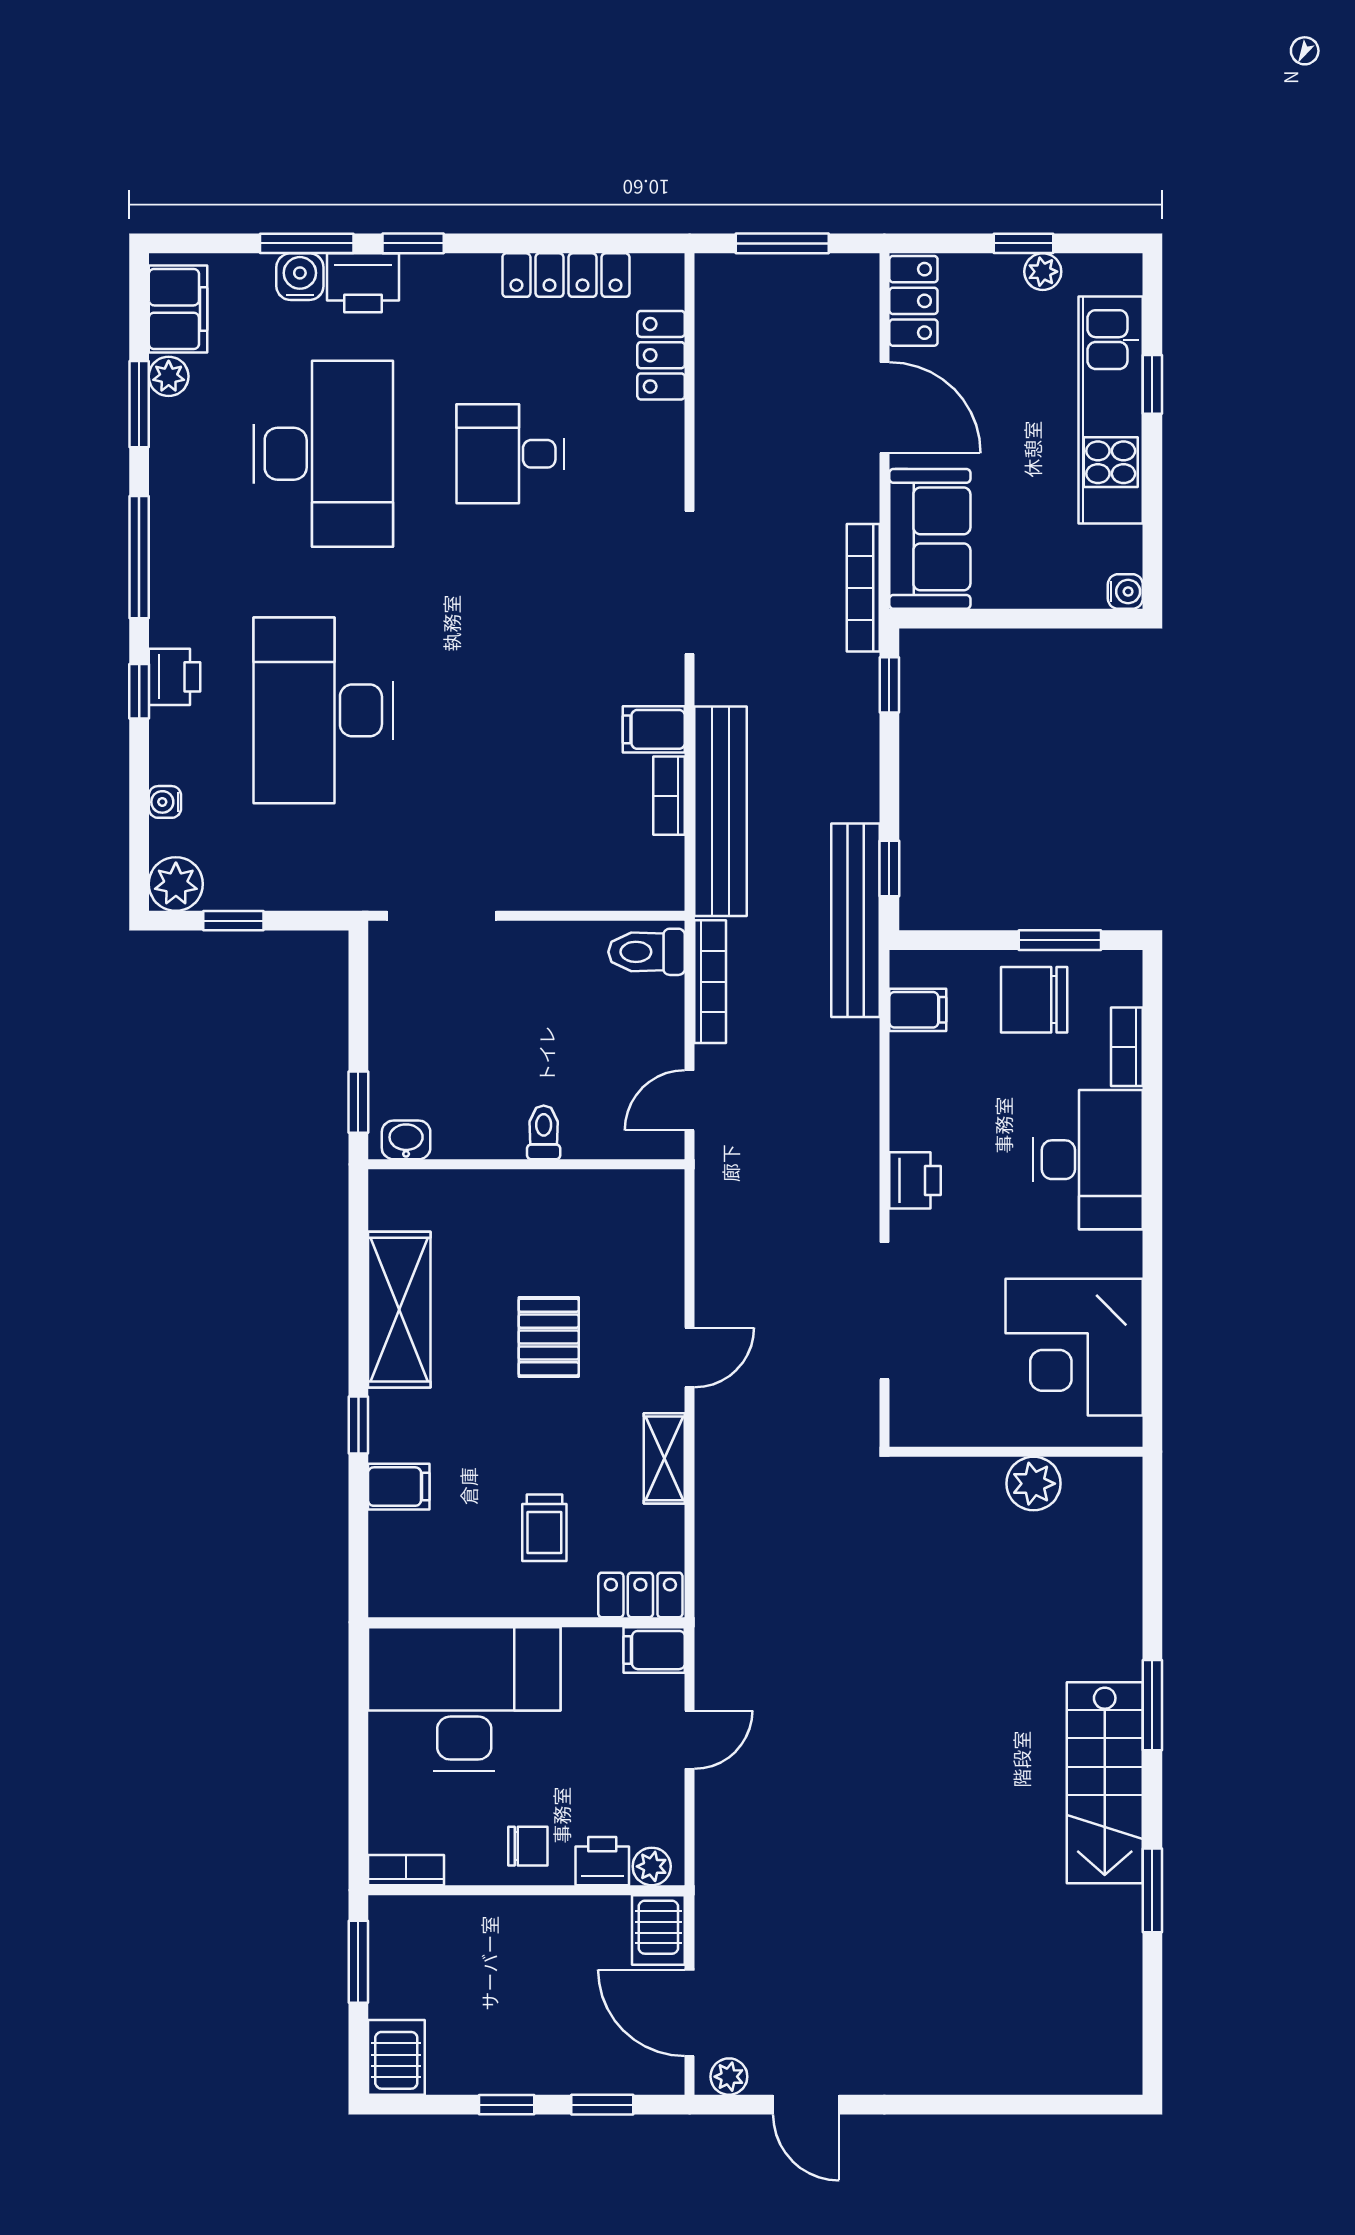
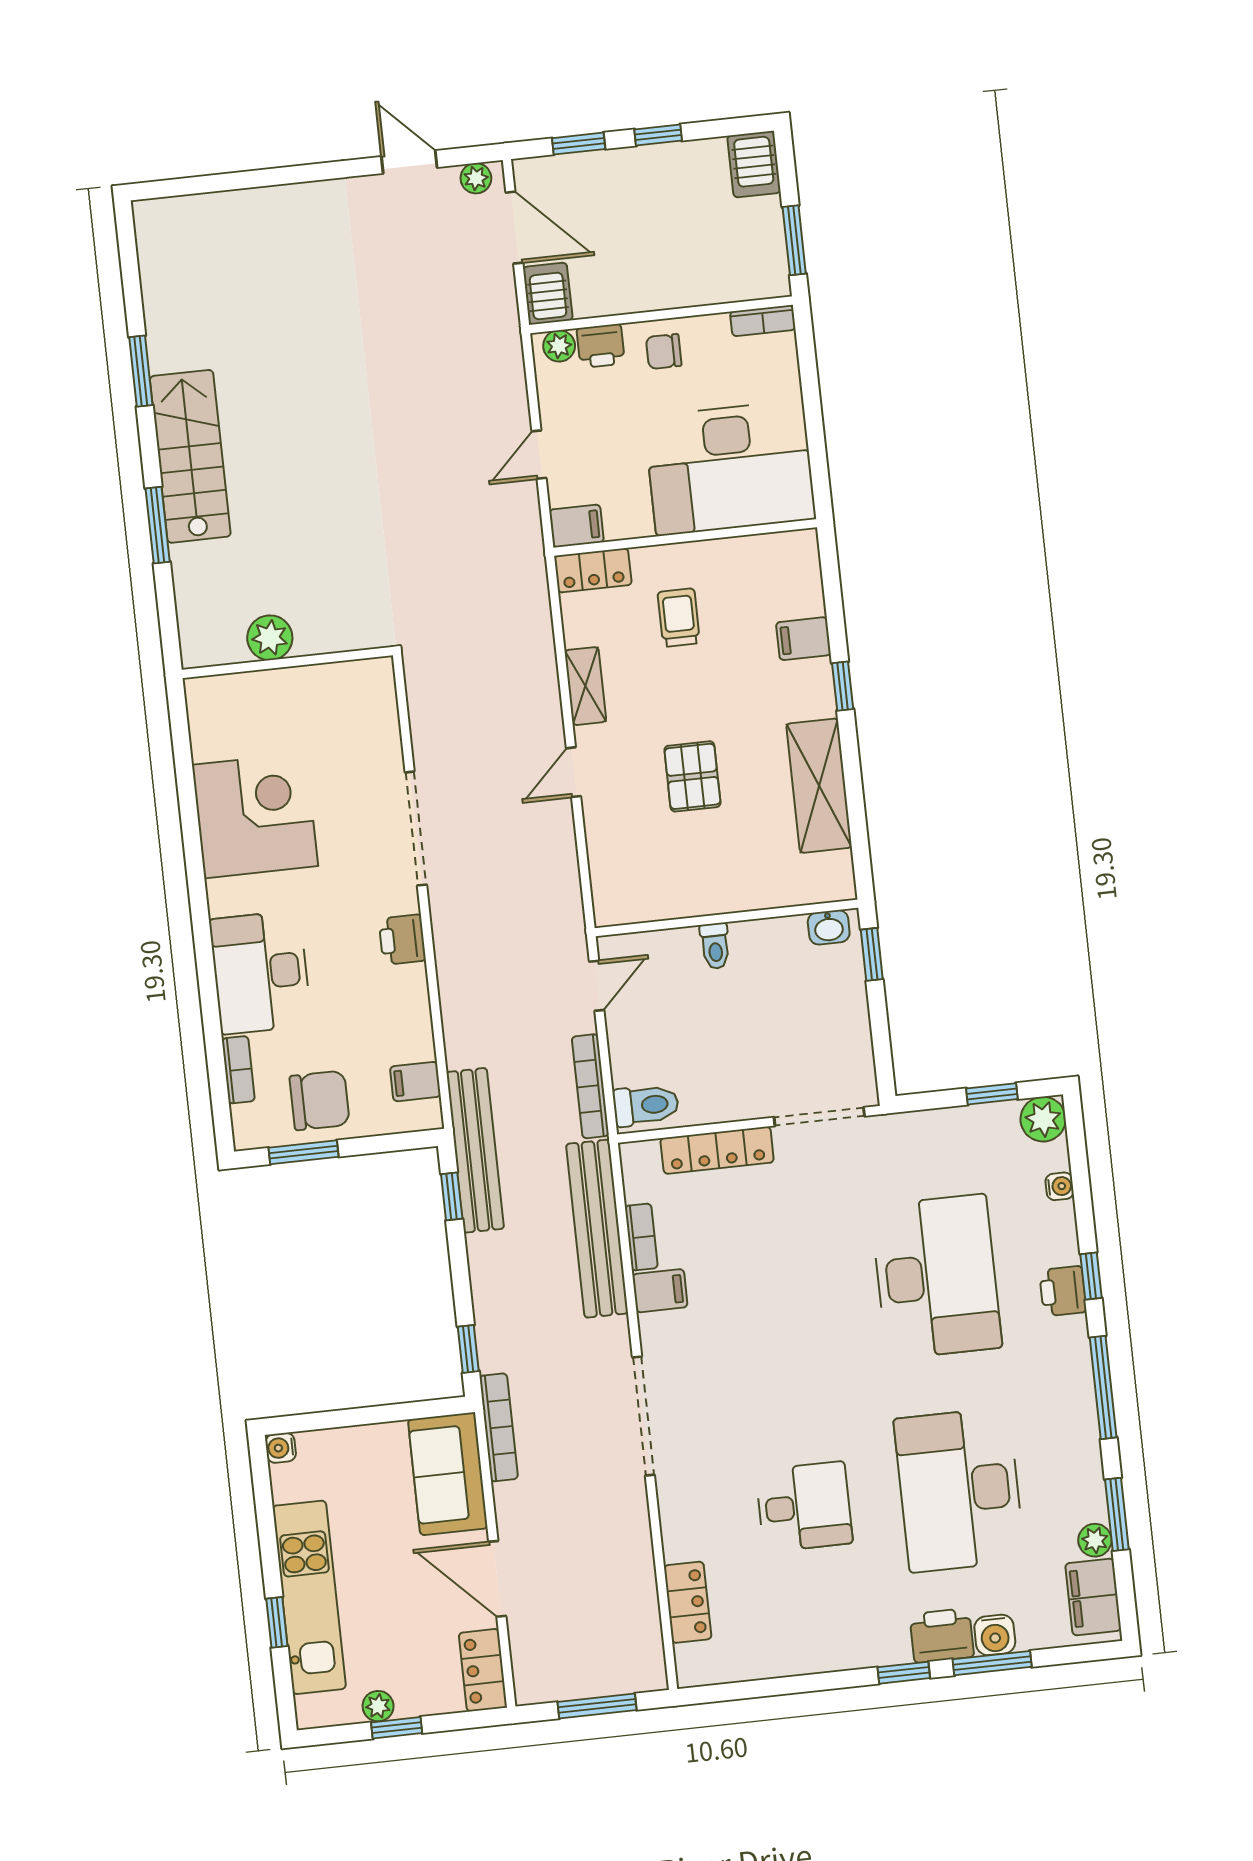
locker: (566, 275) -> (717, 1150), moved, turned 180
wall: (1016, 1452) -> (287, 663), moved
plant: (1033, 1484) -> (270, 638), moved

